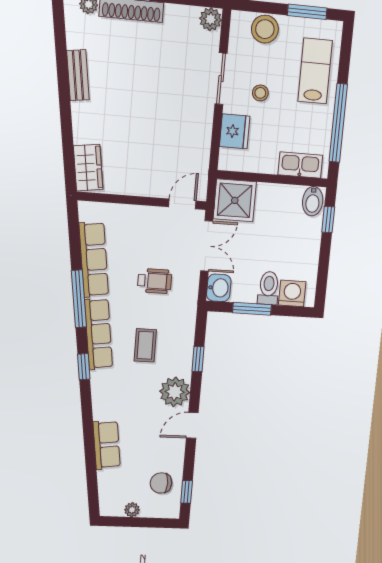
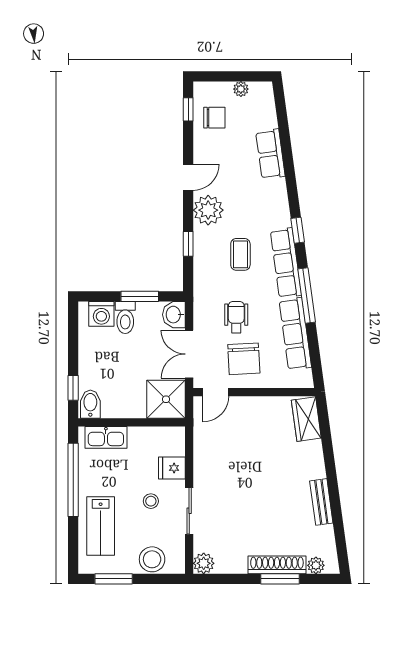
fridge: (235, 131) -> (172, 468), width x0.72
chair: (150, 237) -> (244, 359), added
wheelchair: (155, 281) -> (236, 317), turned 90

